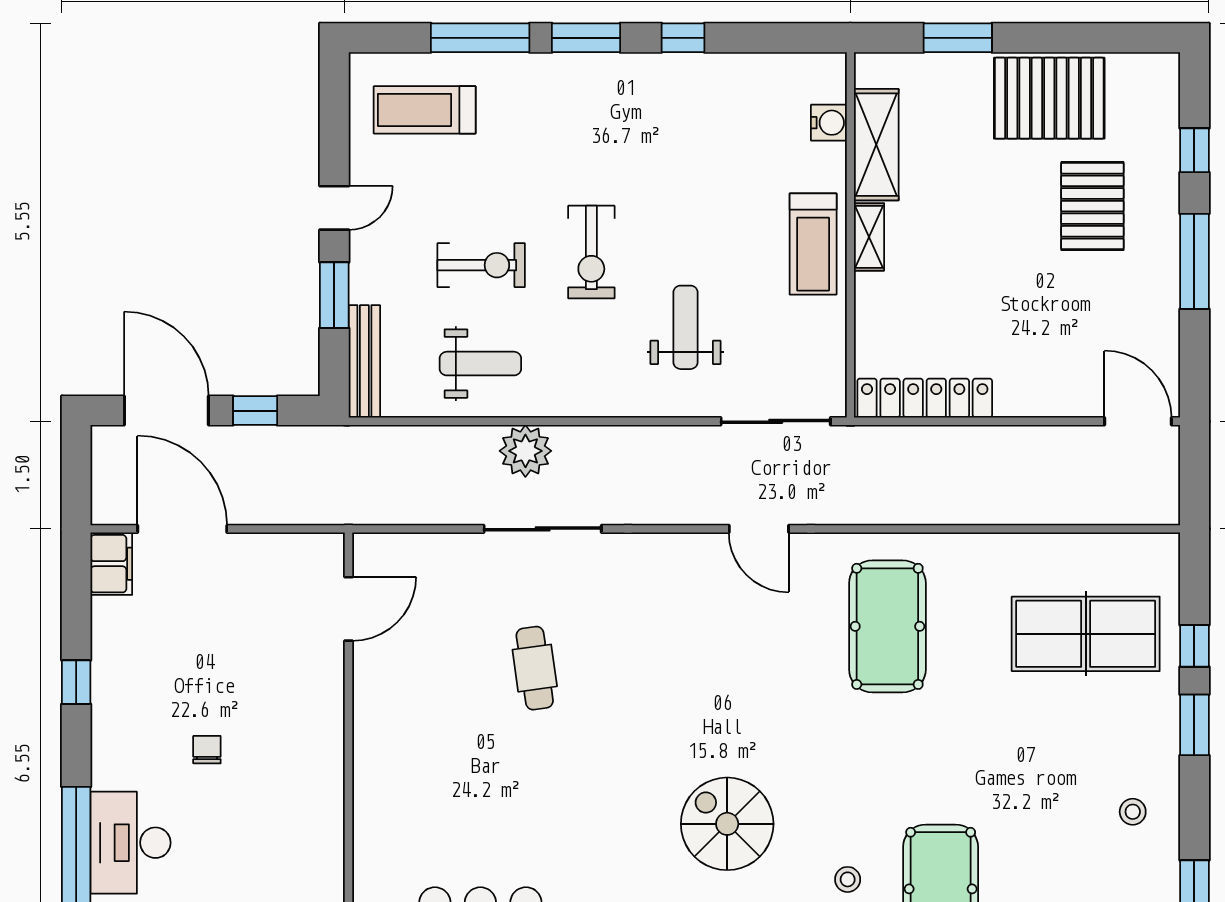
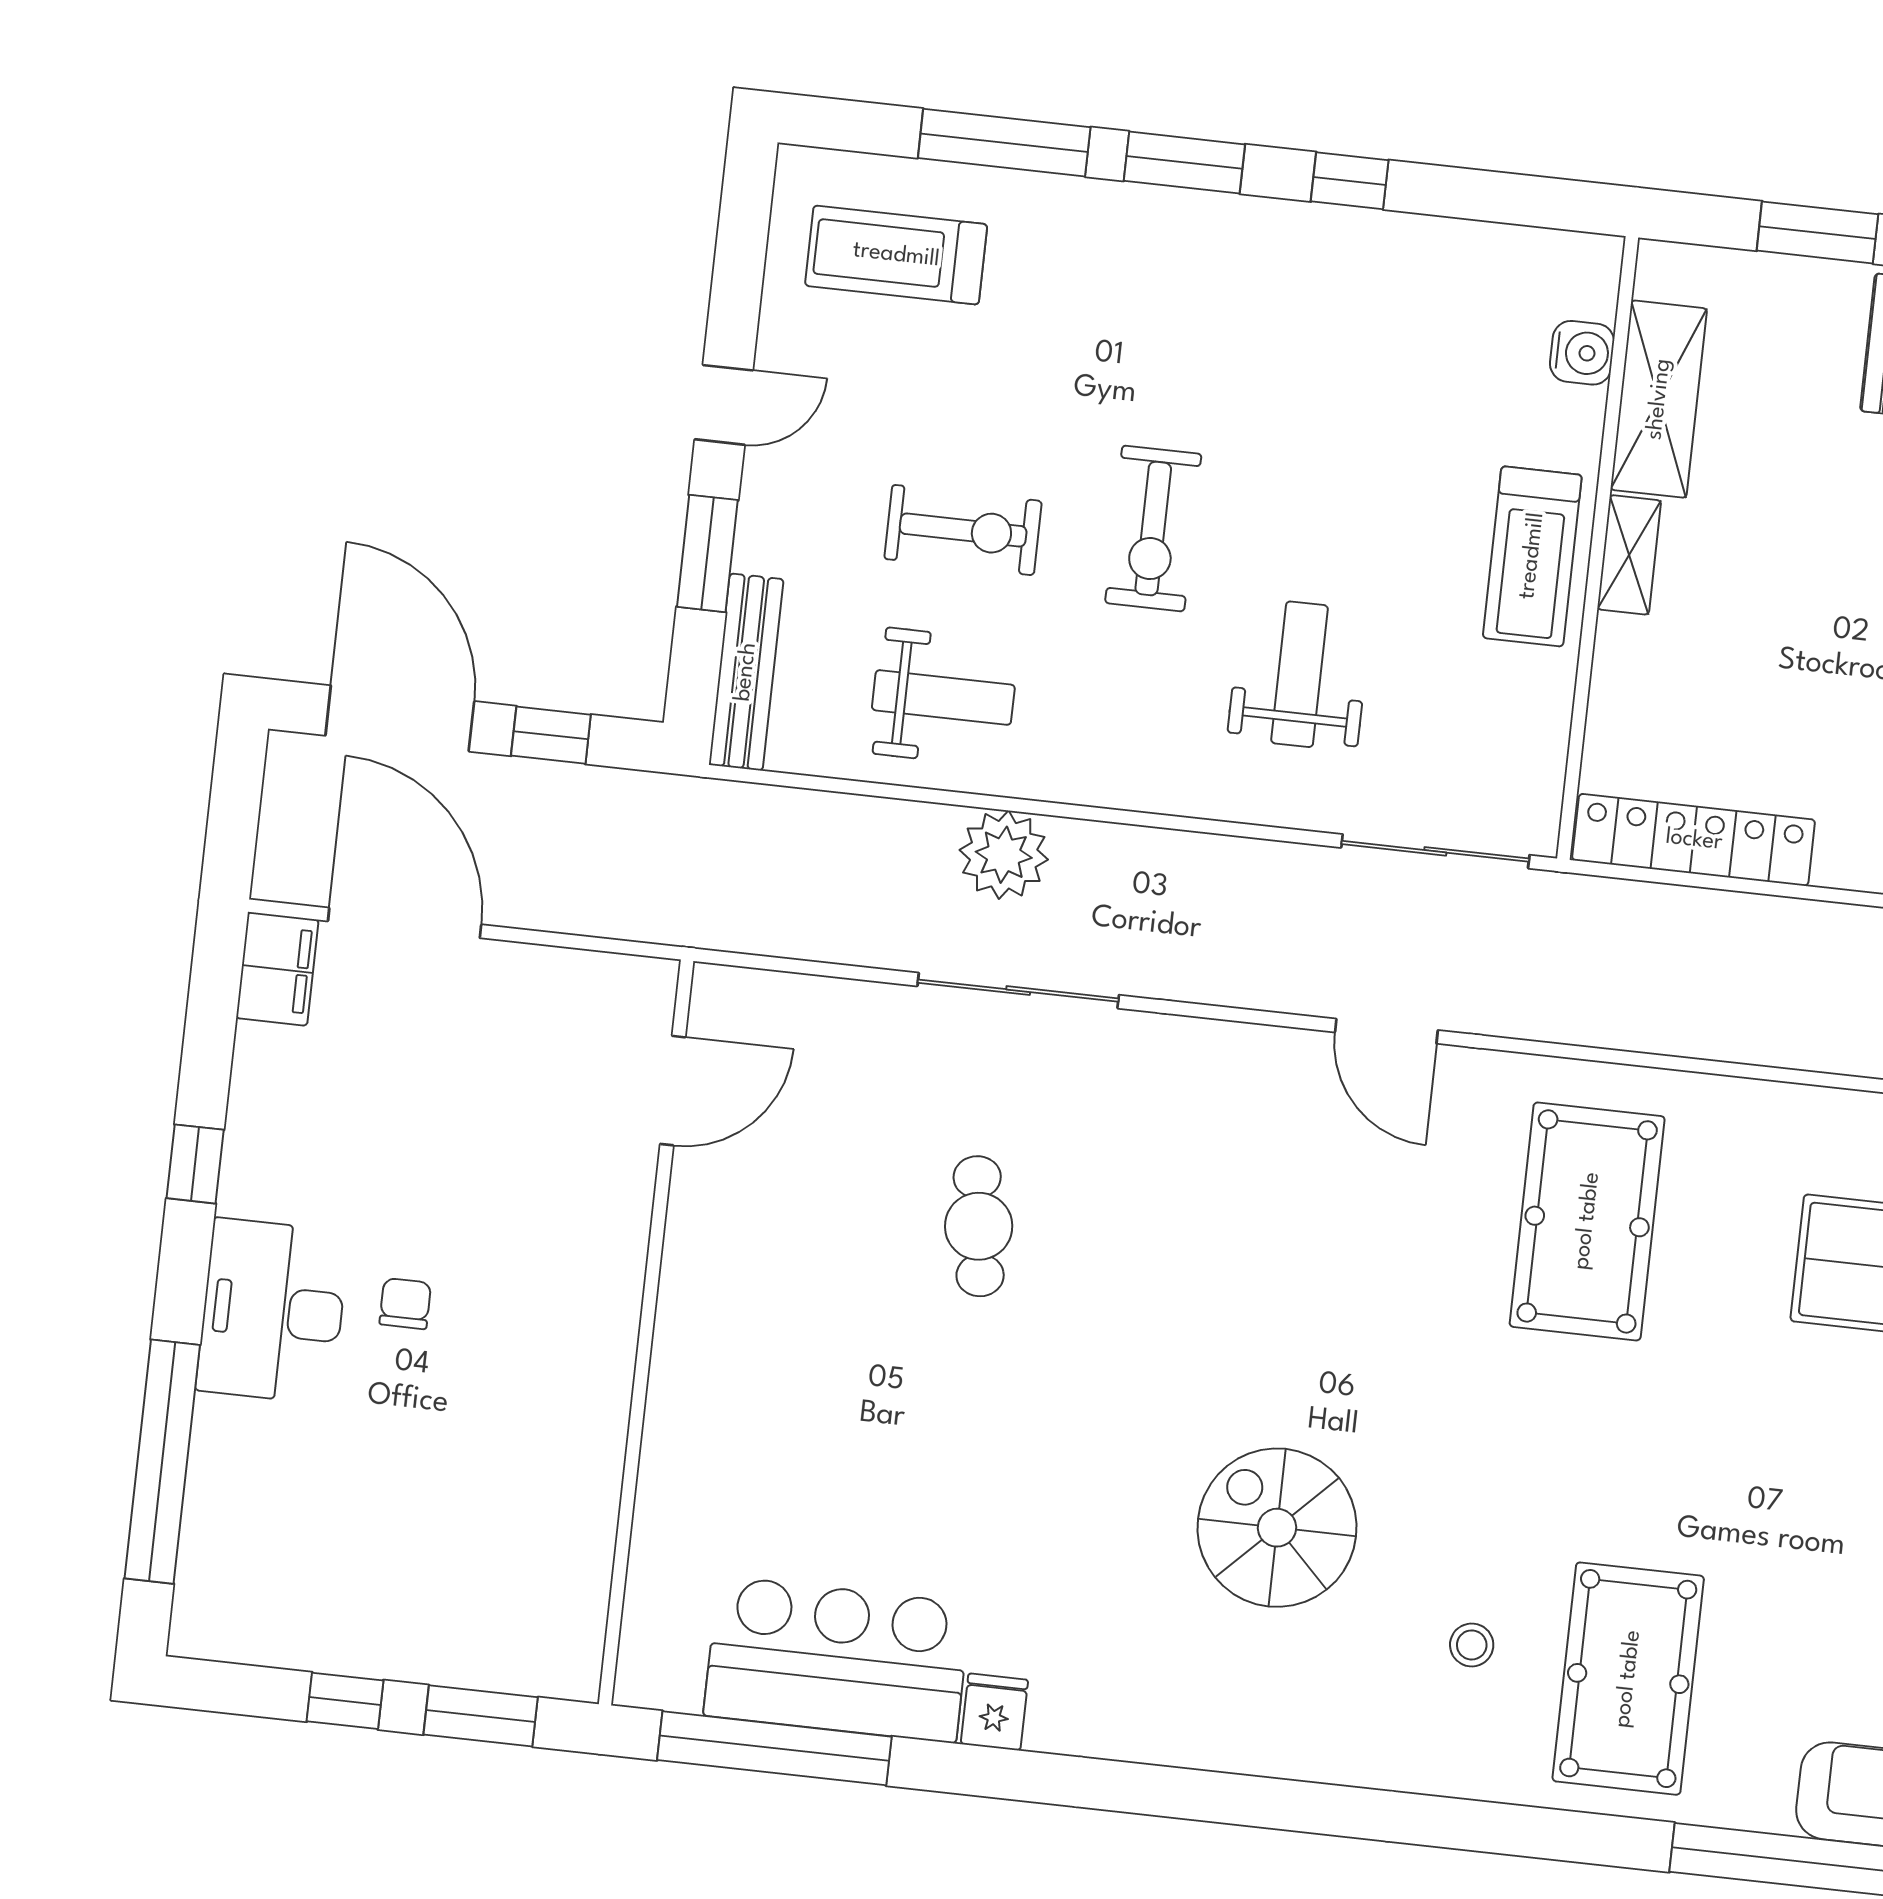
desk: (131, 843) -> (273, 1311), moved

